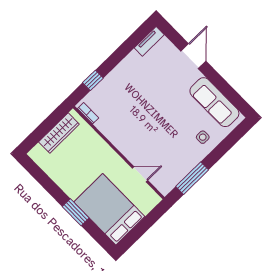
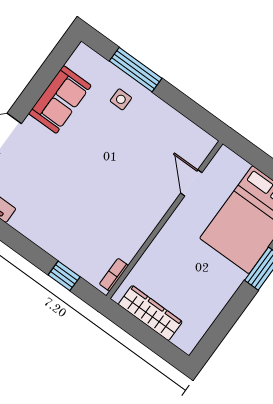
sofa: (214, 102) -> (60, 99), width x0.73
window: (192, 178) -> (136, 70), moved

